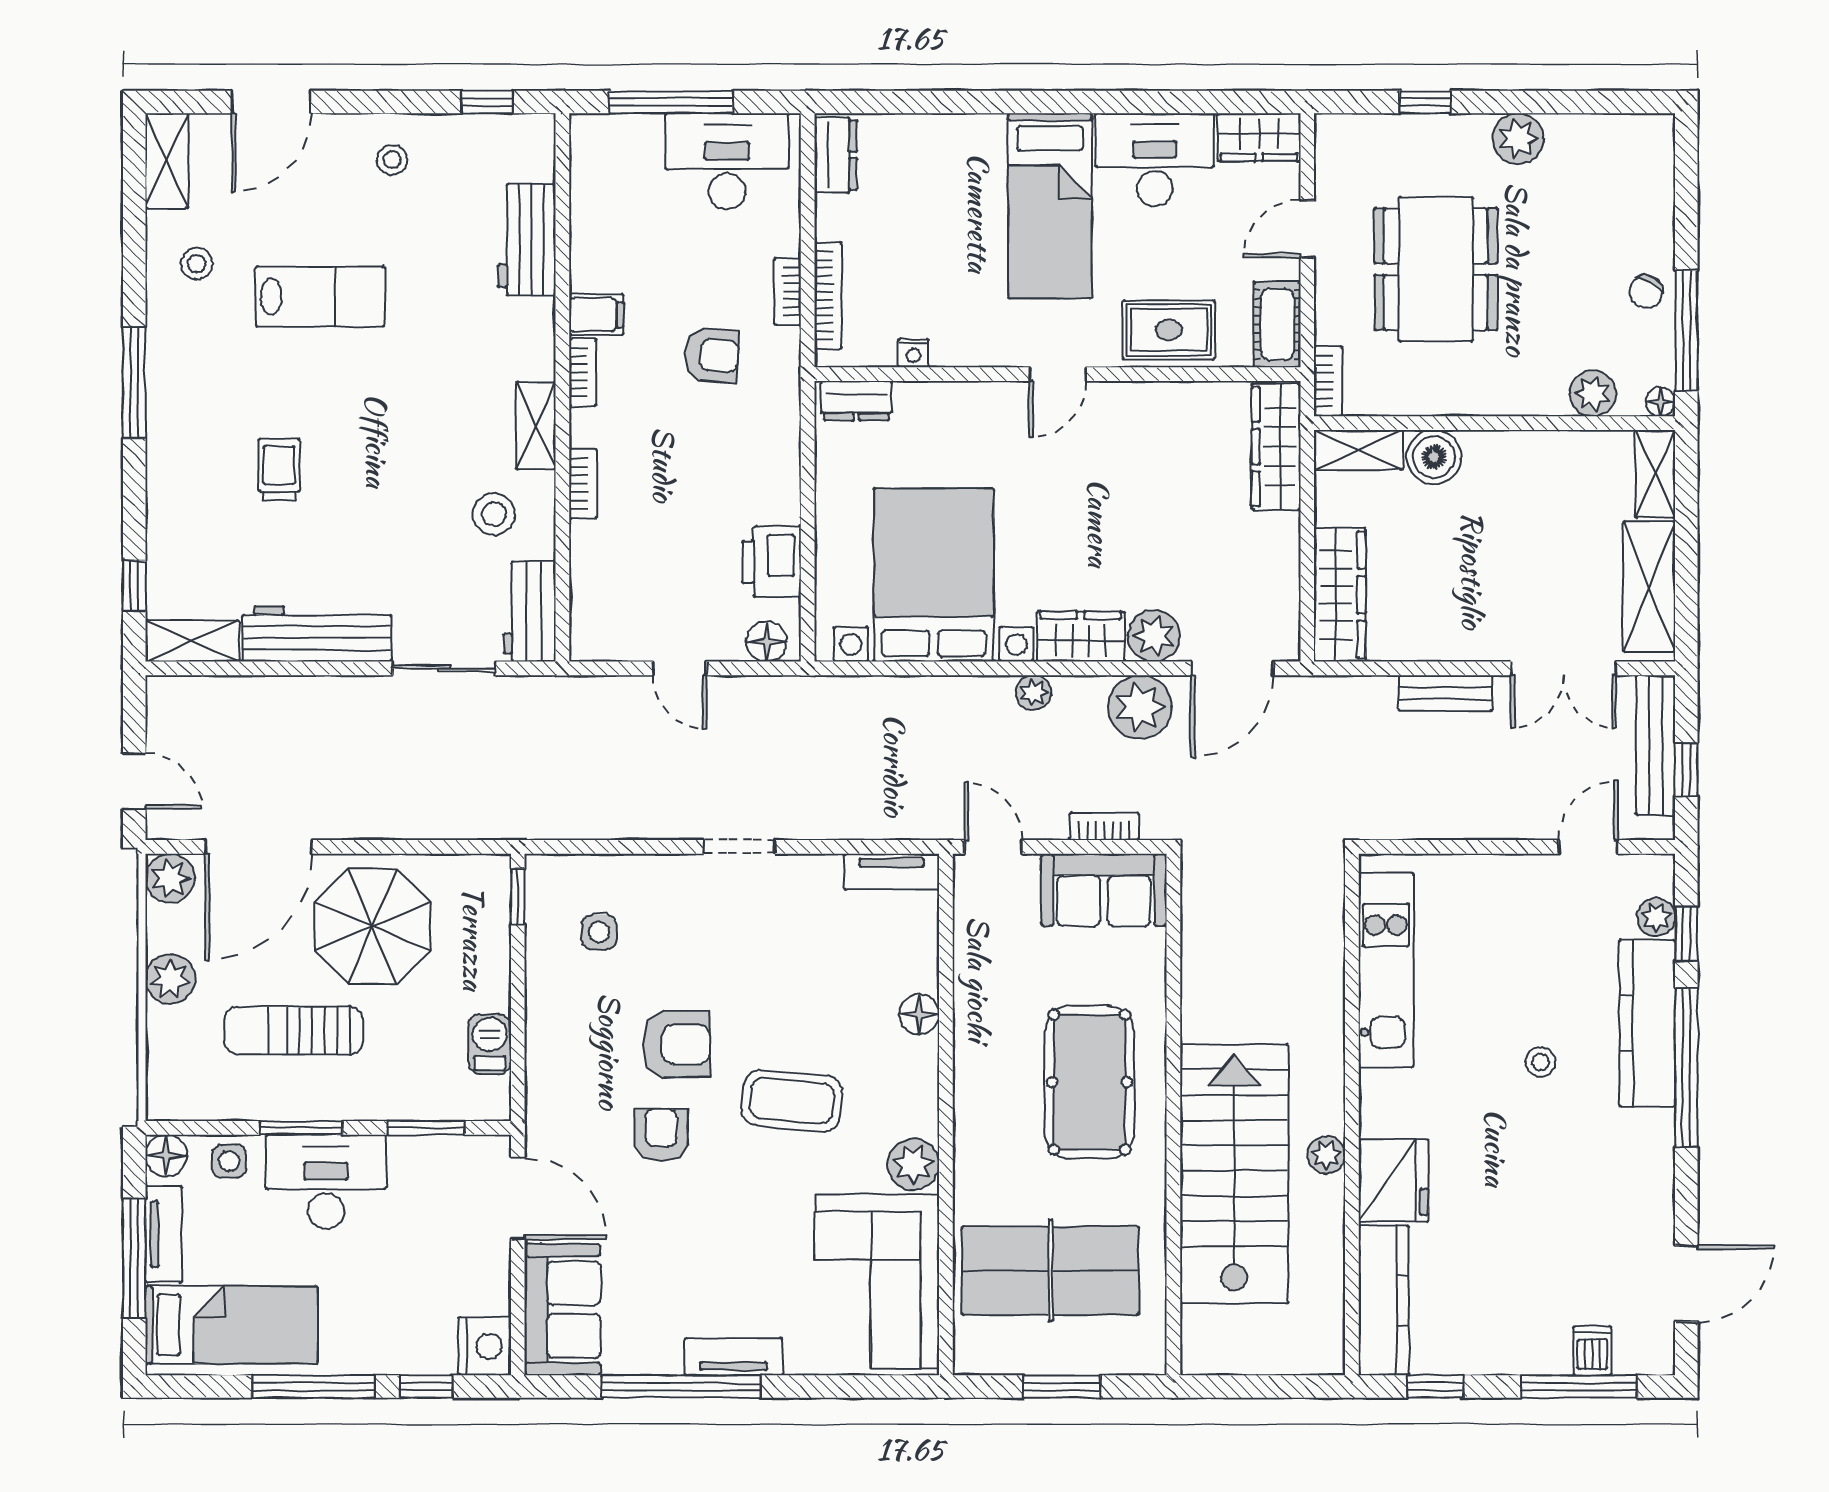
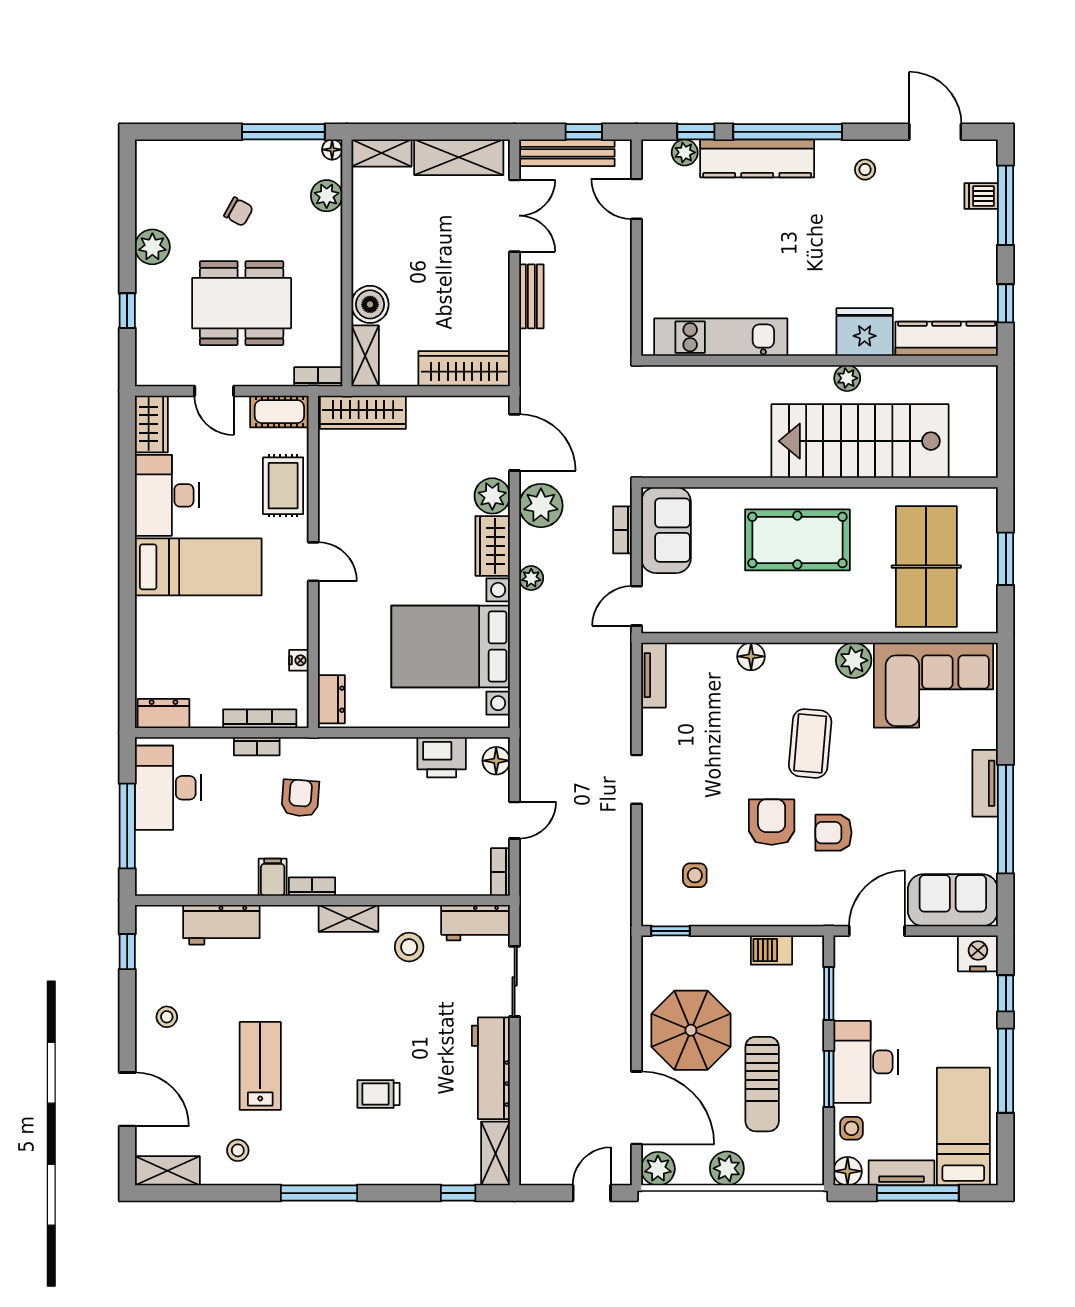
chair: (1646, 292) -> (239, 212), moved
bookcase: (583, 484) -> (500, 872), moved, turned -90
stool: (1540, 1062) -> (865, 170), moved

